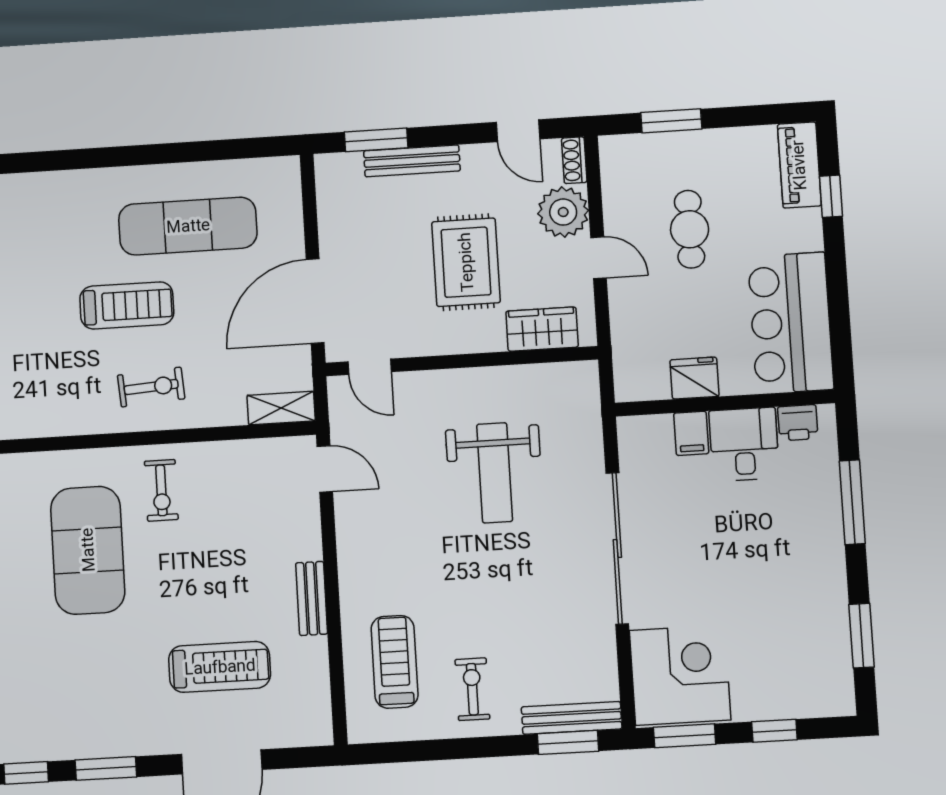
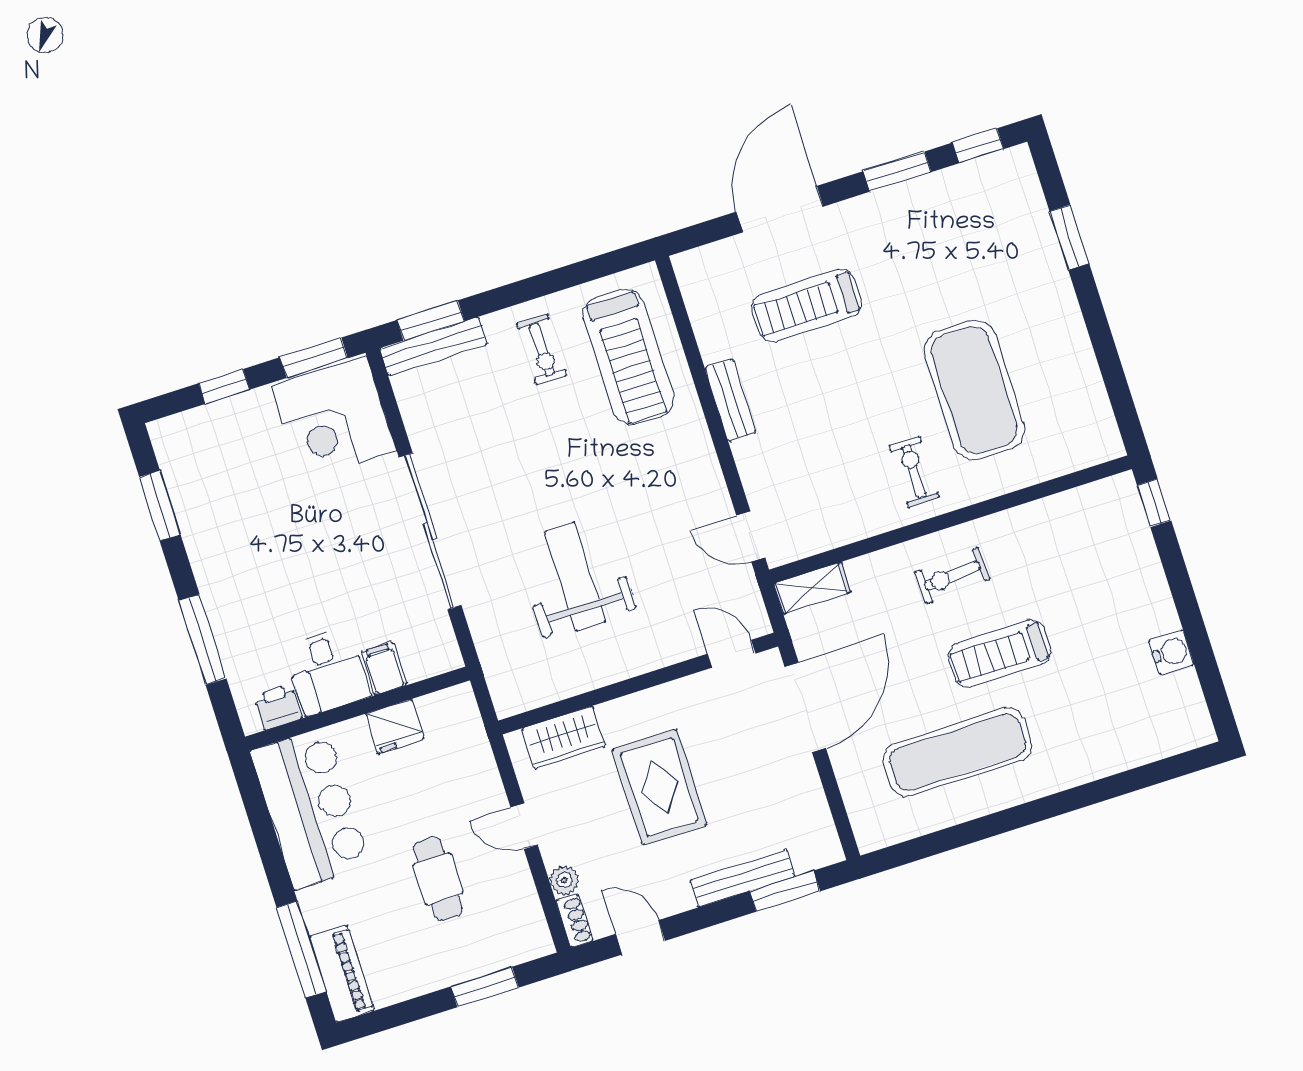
window: (831, 196) -> (301, 949), width x2.17
plant: (563, 212) -> (564, 880), width x0.53, depth x0.53
treadmill: (395, 662) -> (629, 357), width x1.37, depth x1.38

